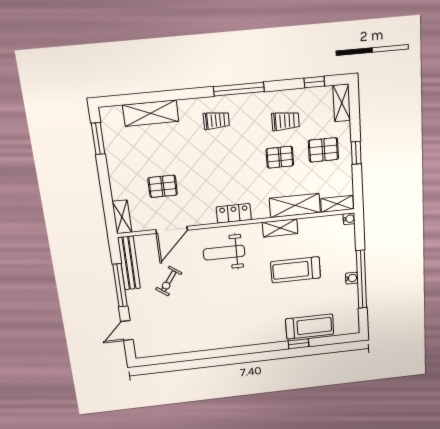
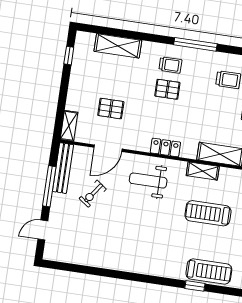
window: (98, 139) -> (69, 56), width x0.67
pallet: (280, 157) -> (167, 89), moved

